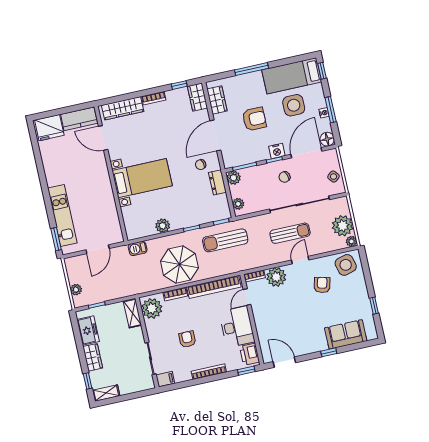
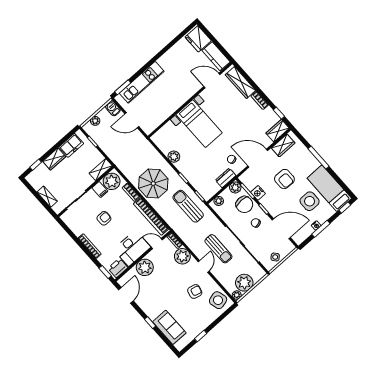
door: (103, 138) -> (212, 80), hinge flipped
floor lamp: (327, 139) -> (299, 238), removed
nightstand: (277, 151) -> (258, 193), moved
chair: (258, 178) -> (244, 204), added
barbecue: (138, 248) -> (113, 108), moved
door: (300, 260) -> (204, 266), hinge flipped
plant: (265, 325) -> (145, 267), added
filing cabinet: (165, 379) -> (100, 190), moved
shelving: (106, 393) -> (47, 197), moved

